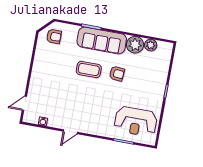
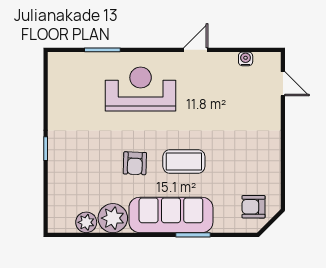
armchair: (117, 74) -> (135, 163), turned -93
door: (24, 103) -> (283, 84), hinge flipped
reception desk: (136, 121) -> (141, 89), moved

